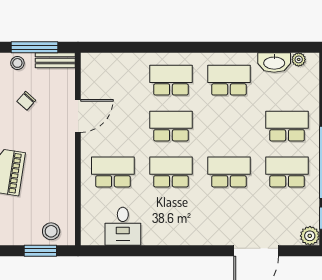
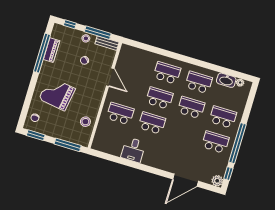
door: (78, 116) -> (110, 77), hinge flipped
school desk: (229, 172) -> (191, 108), moved
desk: (123, 226) -> (133, 150), moved
stool: (51, 231) -> (85, 122), moved
window: (40, 251) -> (68, 145), width x1.44

